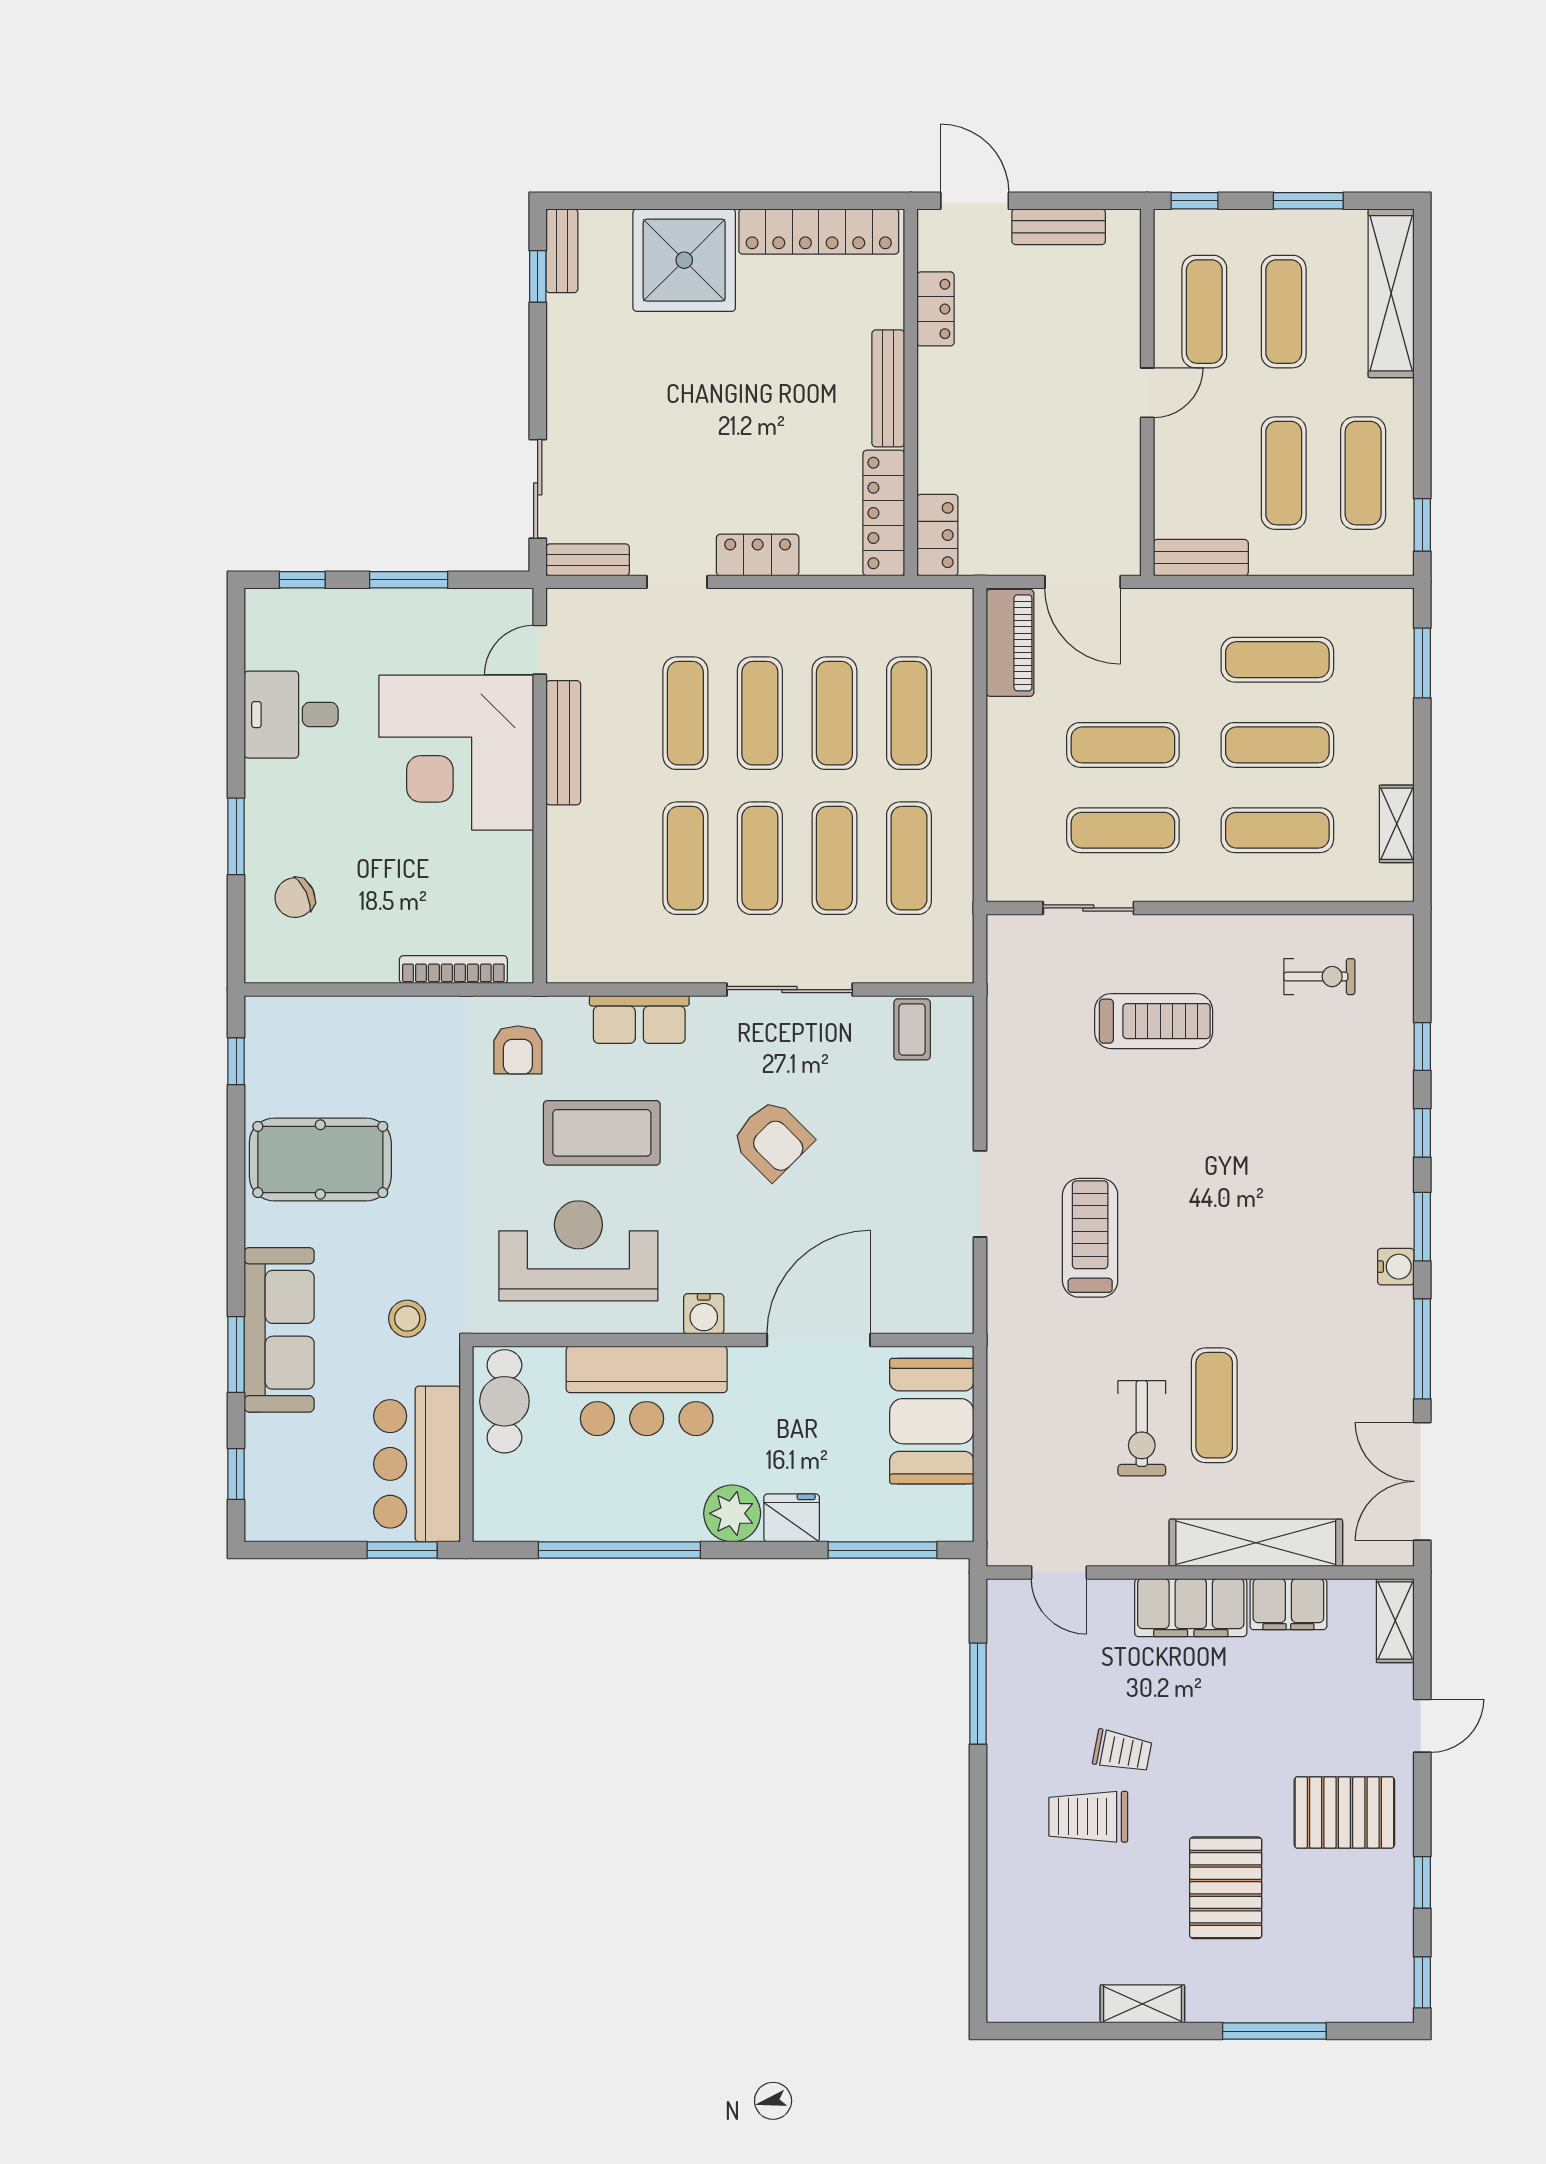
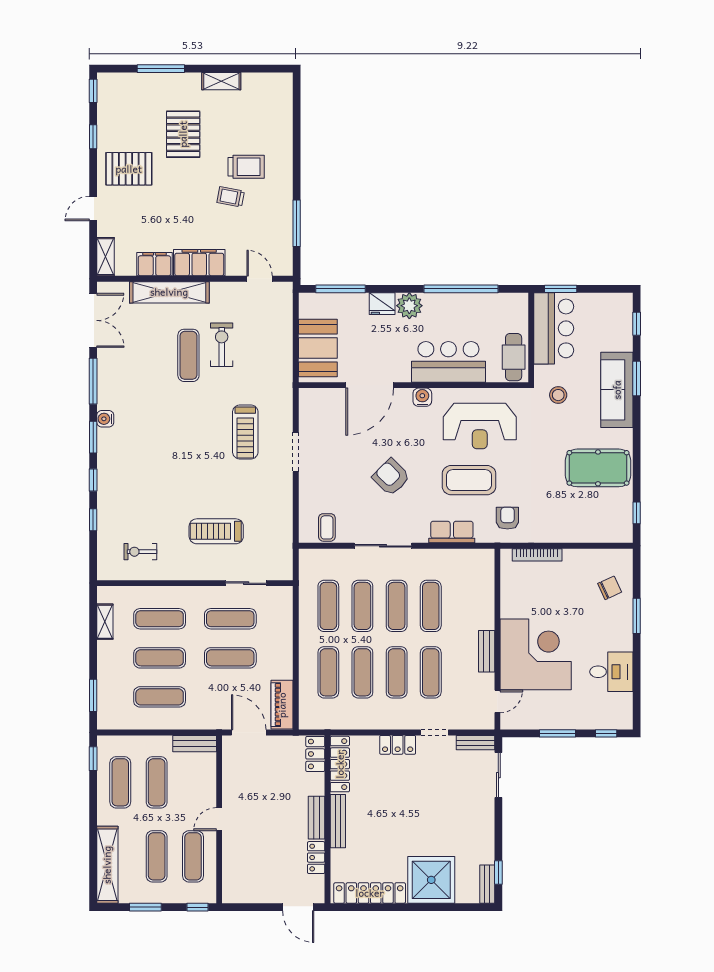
bench: (1059, 227) -> (317, 818), moved, turned 90
bench: (563, 743) -> (487, 651), width x0.73

